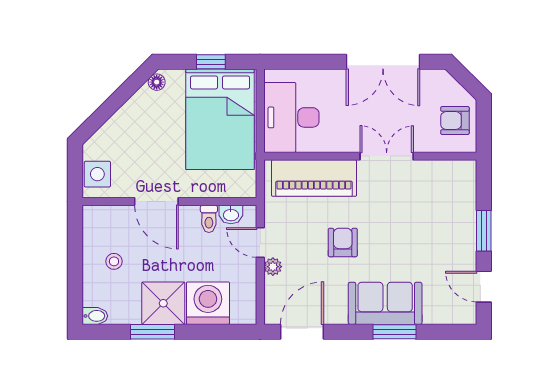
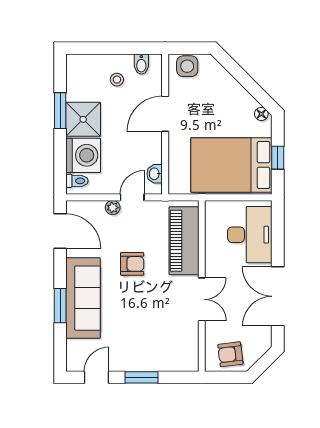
desk: (291, 117) -> (250, 235), moved, turned 90
armchair: (455, 121) -> (230, 354), turned -97
toilet: (209, 219) -> (77, 181), moved, turned 180
sofa: (385, 303) -> (83, 298), width x1.36
bidet: (95, 316) -> (141, 64), moved

